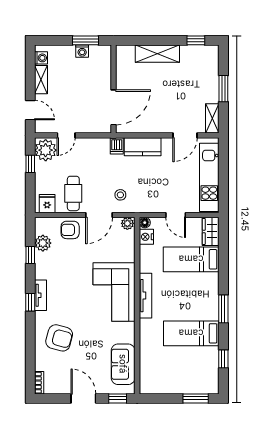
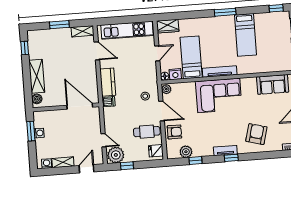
boiler: (127, 51) -> (37, 99), added
armchair: (70, 230) -> (174, 132), turned -90
bed: (191, 259) -> (191, 57), moved, turned 180
window: (223, 359) -> (276, 8), moved

